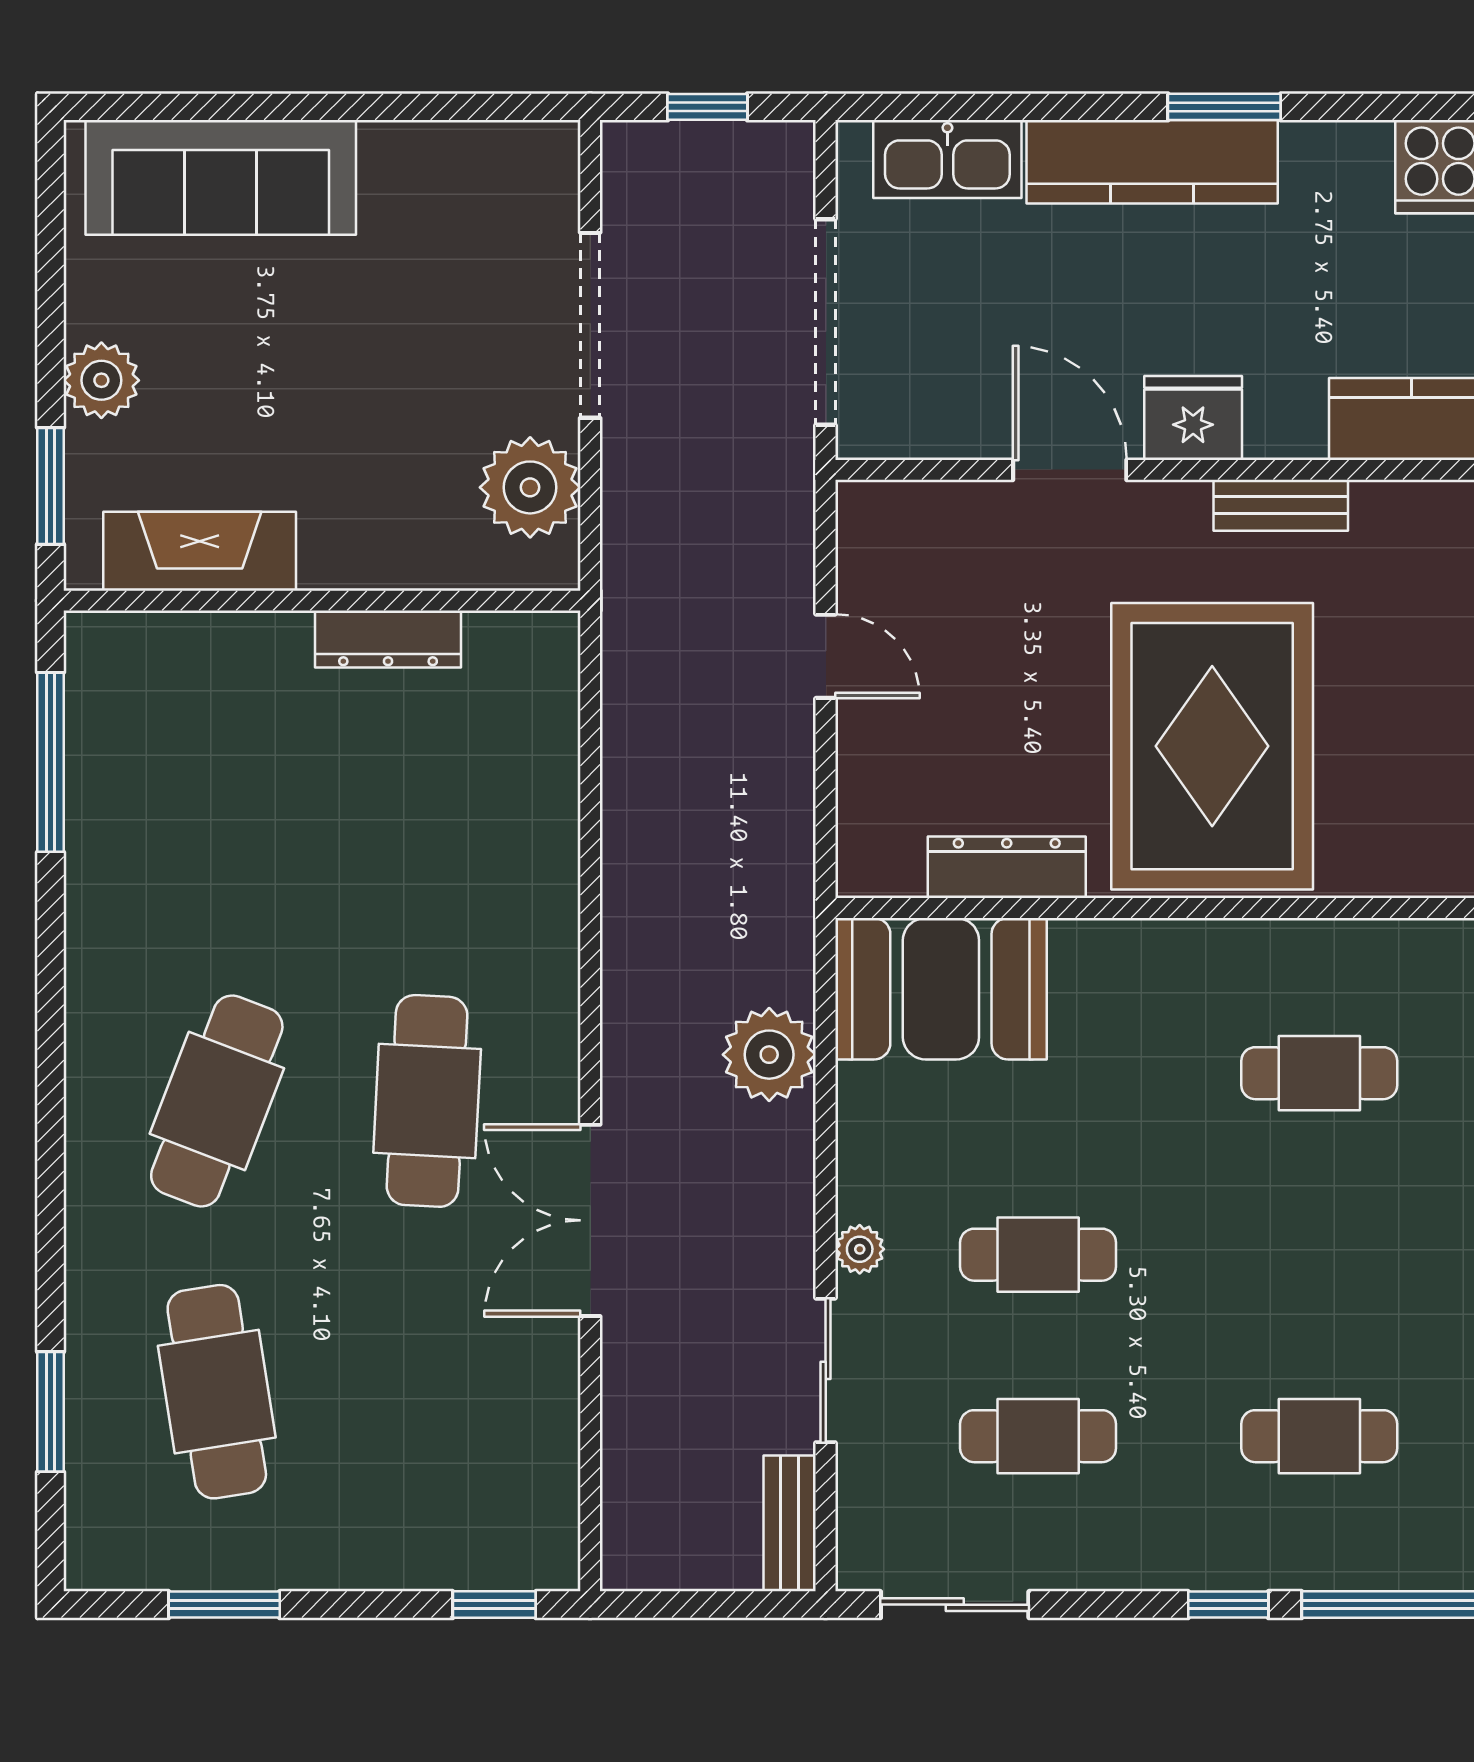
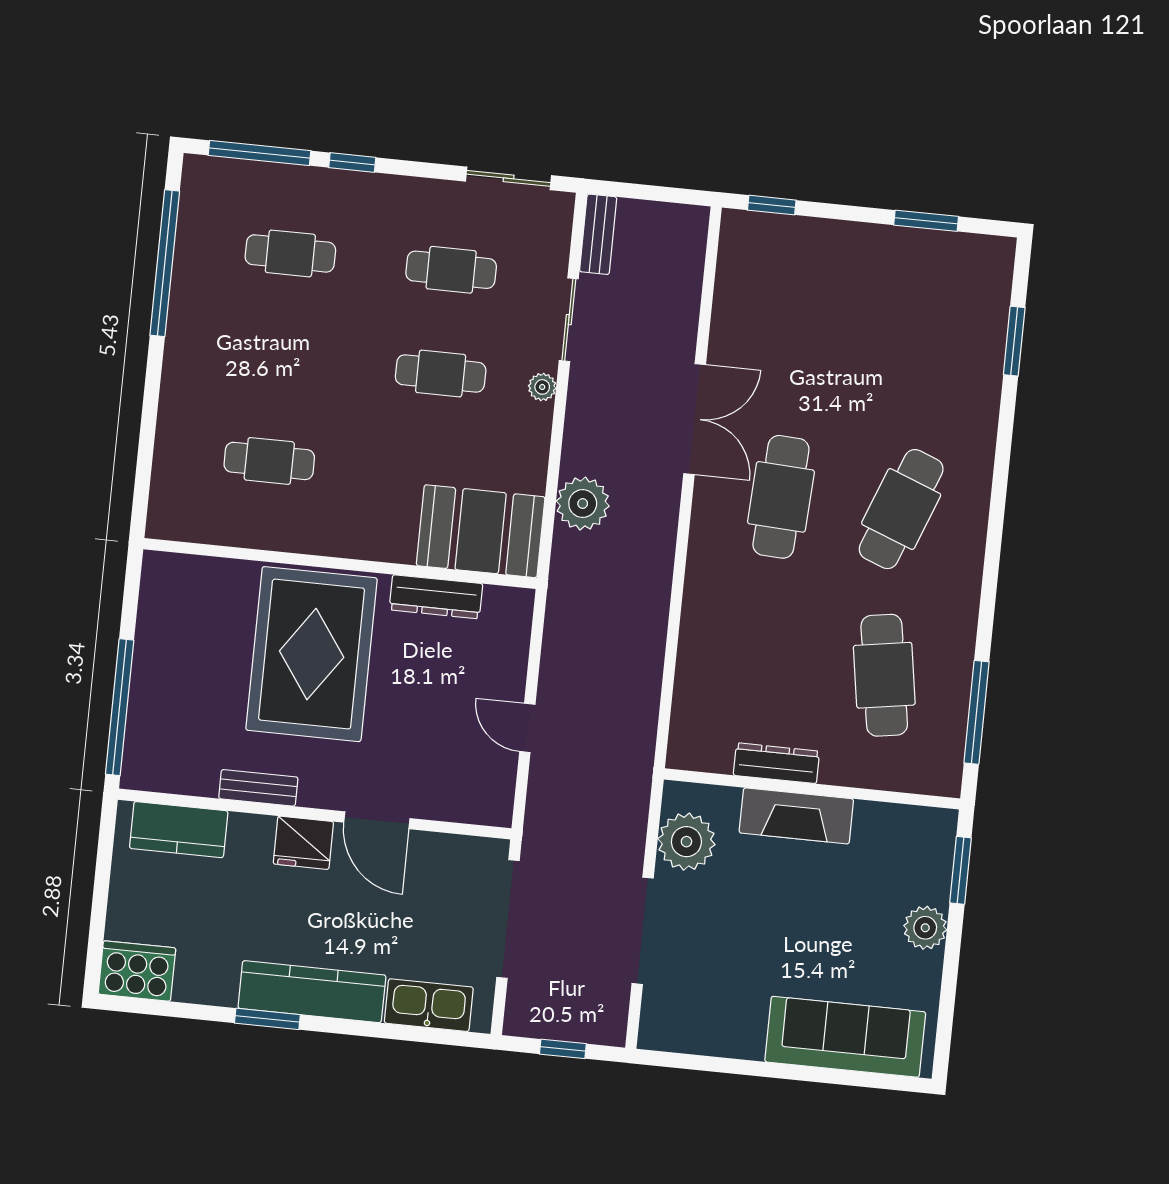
fireplace: (200, 551) -> (796, 816), moved
cafe table: (217, 1392) -> (884, 675), moved

